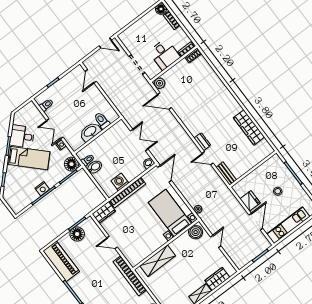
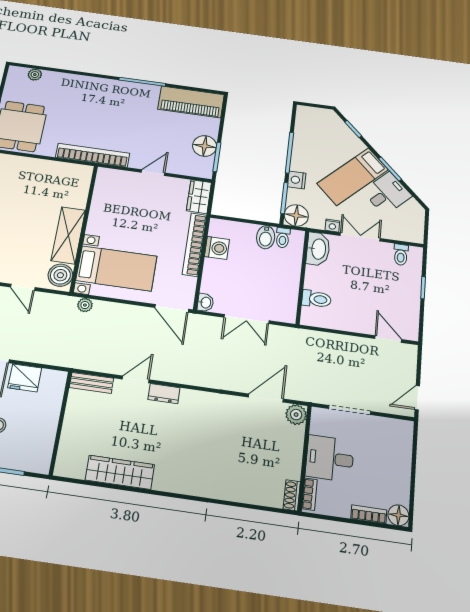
washbasin: (90, 132) -> (318, 249), moved
nightstand: (42, 189) -> (297, 180), moved
shelving: (158, 261) -> (68, 235), moved

